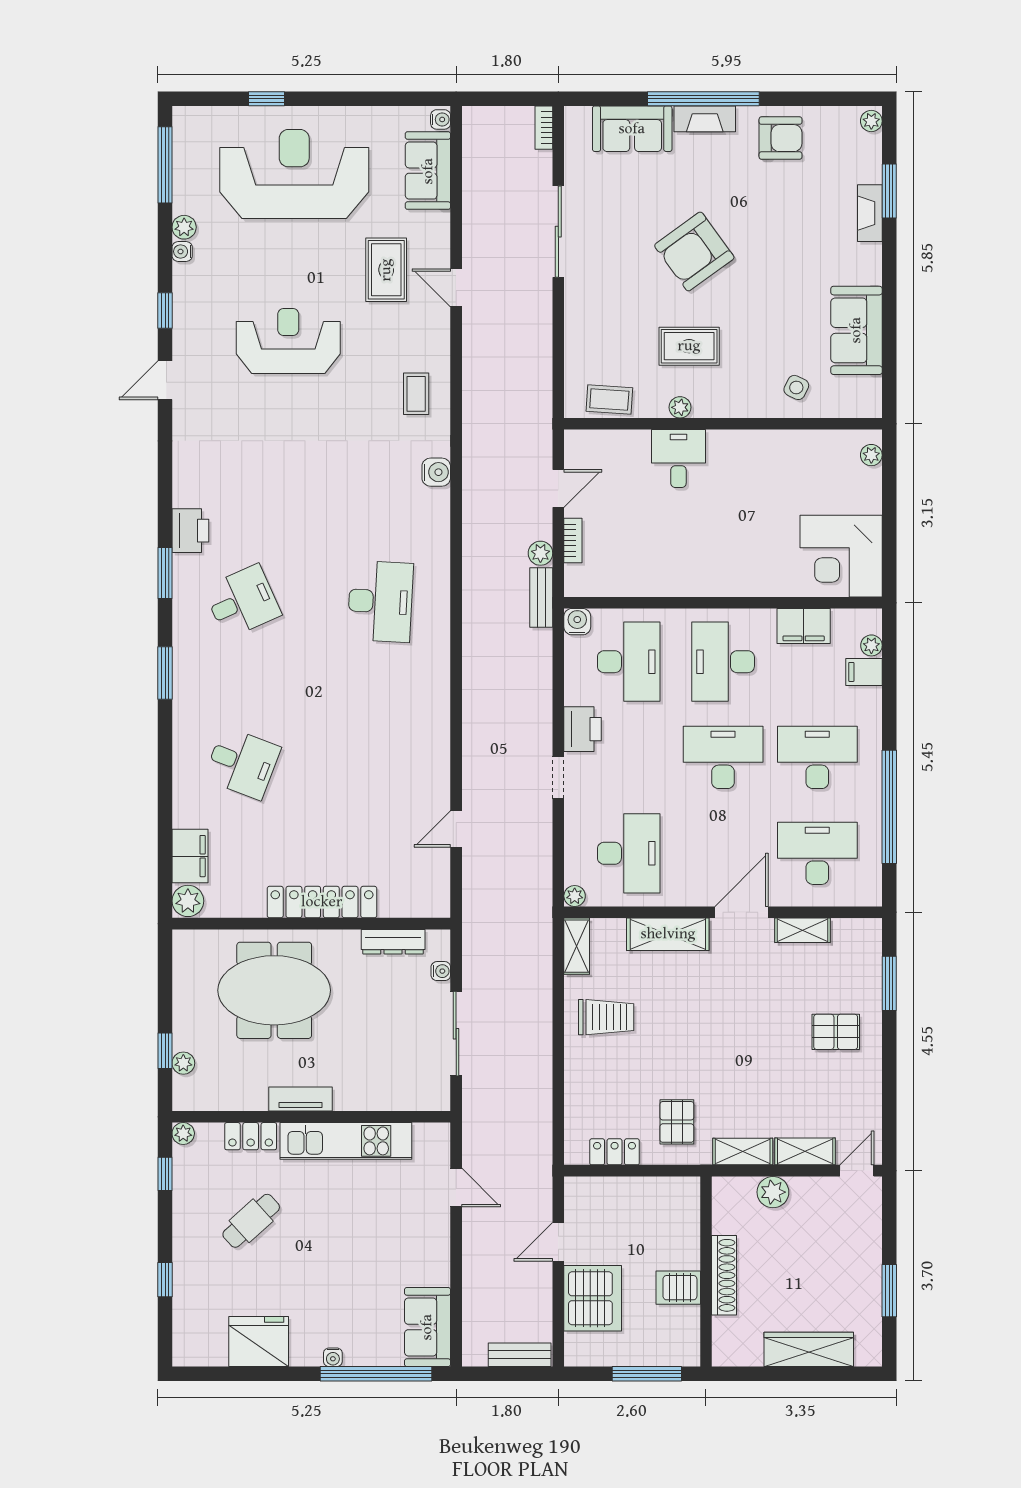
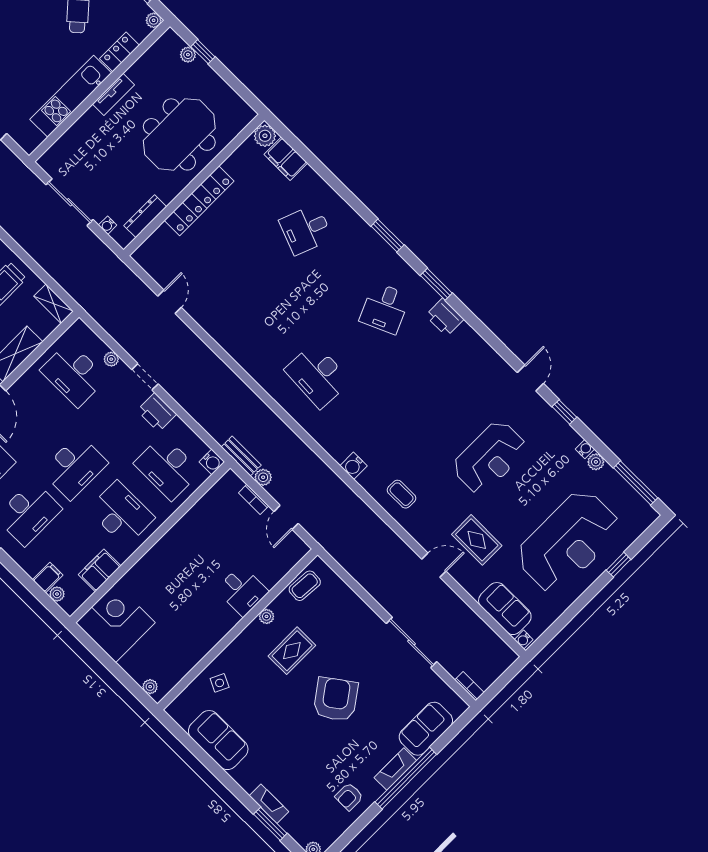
armchair: (781, 138) -> (349, 797), width x0.72, depth x0.72
plant: (575, 896) -> (111, 359), moved

